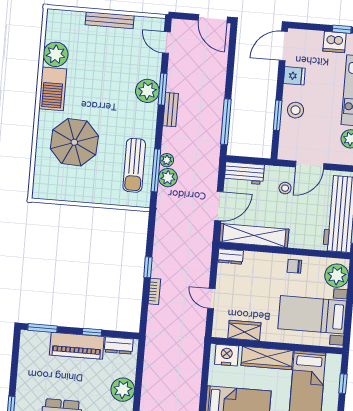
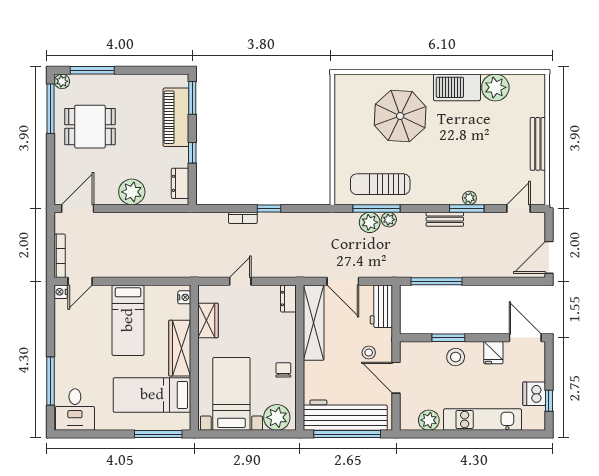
plant: (147, 91) -> (469, 198), width x0.53, depth x0.53
piano: (77, 346) -> (176, 117), moved
nightstand: (227, 355) -> (184, 297), width x0.53, depth x0.56
window: (343, 384) -> (158, 434), width x2.17

